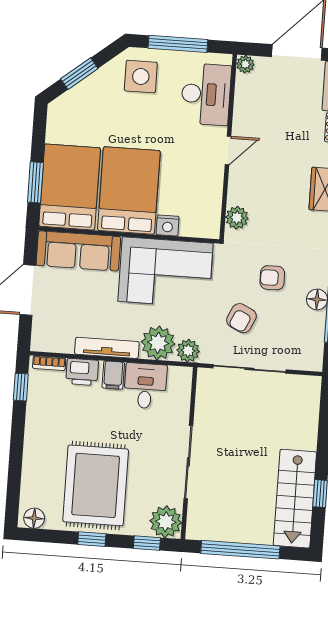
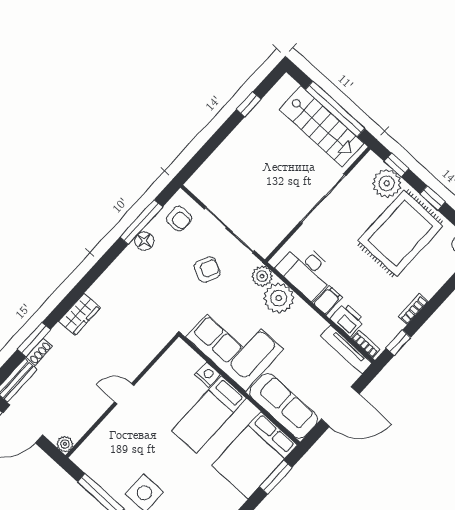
desk: (206, 94) -> (109, 445), removed
bed: (129, 191) -> (209, 414), width x0.67
plant: (237, 218) -> (155, 342), removed
armchair: (272, 278) -> (179, 219), moved
tv unit: (107, 348) -> (346, 350), moved
desk: (145, 386) -> (306, 271), width x1.37
bookcase: (31, 427) -> (413, 309), added
stairs: (295, 499) -> (322, 126), moved, turned 90
plant: (166, 522) -> (387, 183), moved

